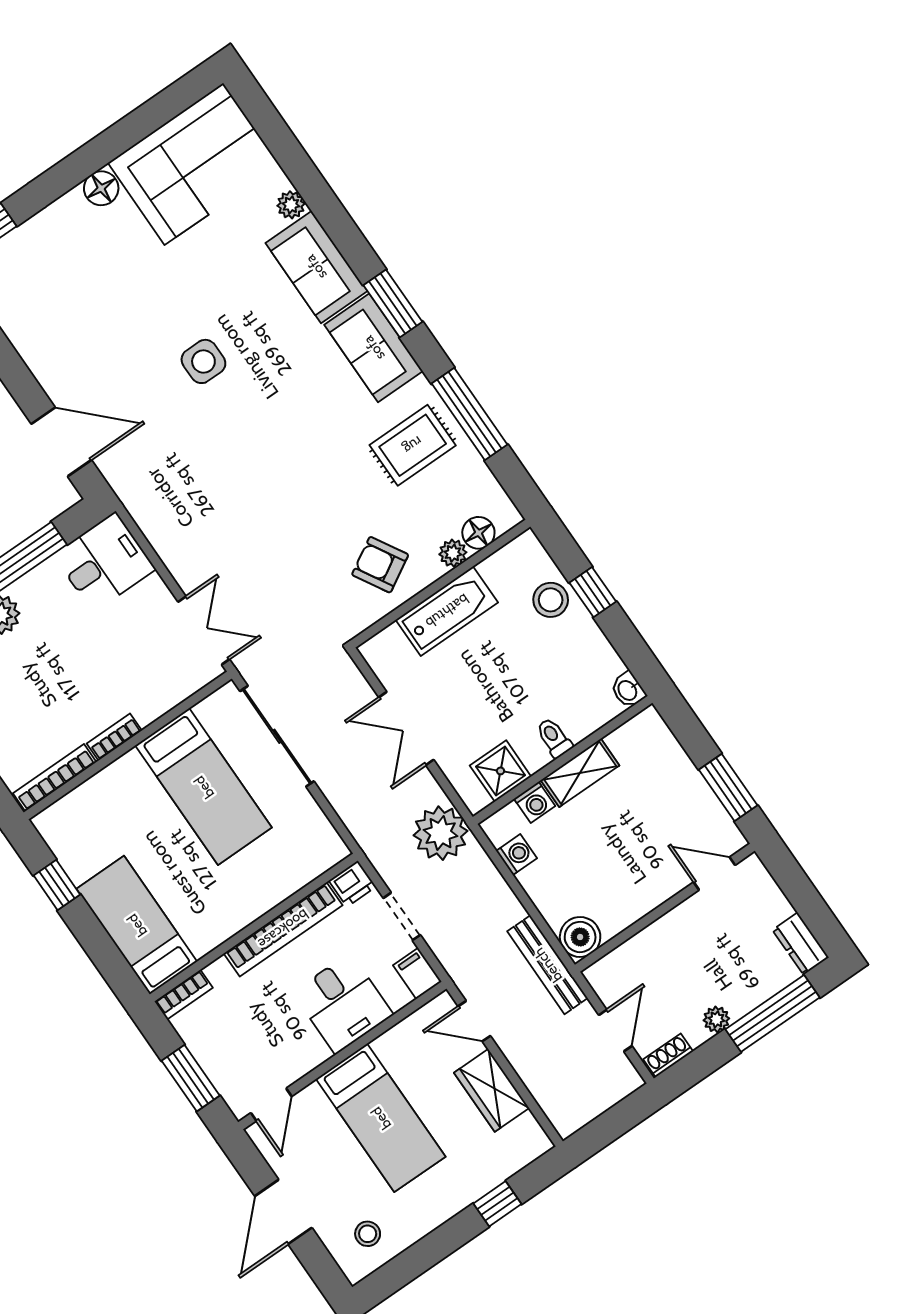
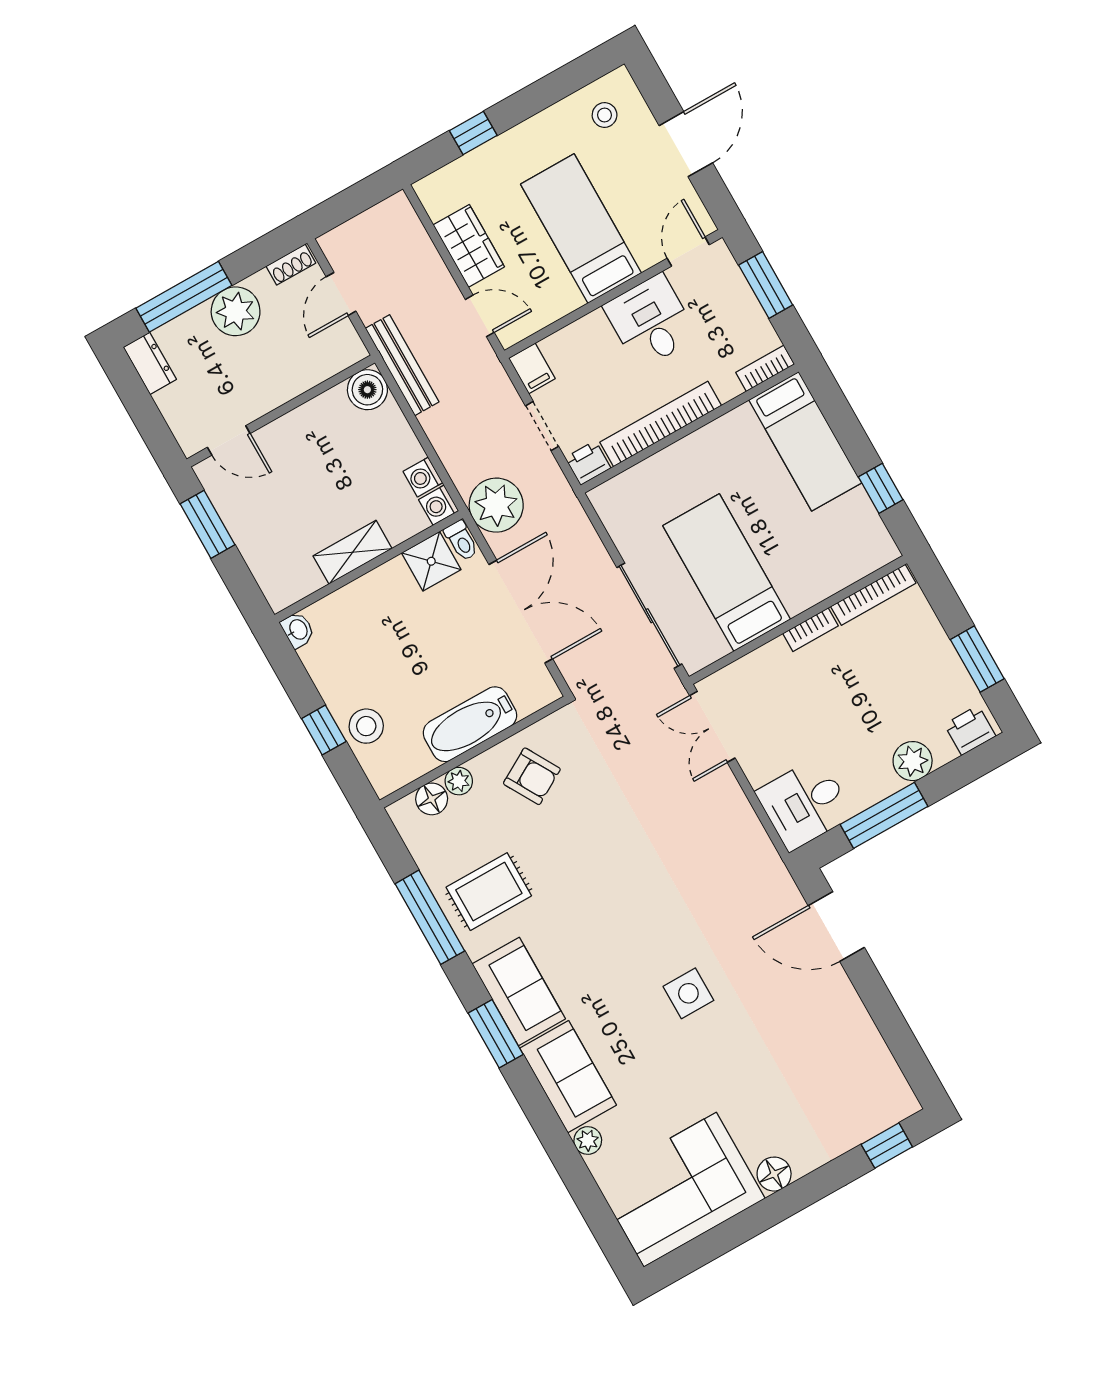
double door: (406, 729) -> (521, 612), width x1.37
toilet: (554, 738) -> (461, 541), moved
washing machine: (535, 802) -> (439, 505), moved, turned -90
desk: (343, 1003) -> (650, 321), moved
plant: (716, 1019) -> (236, 311), width x1.88, depth x1.88

